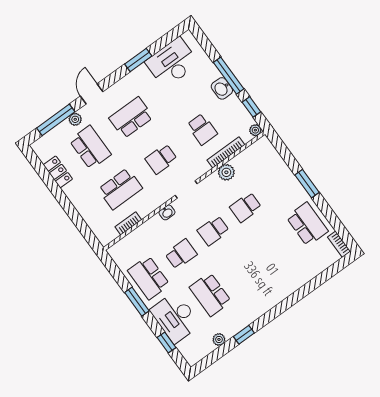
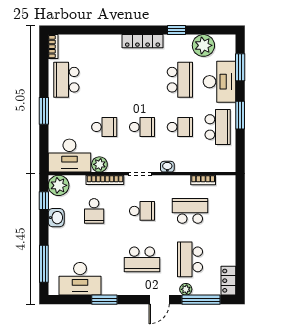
window: (229, 76) -> (44, 264), moved
washbasin: (222, 88) -> (56, 218), moved
school desk: (202, 129) -> (94, 211), turned 180
plant: (255, 130) -> (59, 185), width x1.88, depth x1.88
bookcase: (226, 152) -> (105, 180), moved
desk: (258, 161) -> (69, 156), added
locker: (58, 172) -> (228, 281), moved
school desk: (181, 254) -> (180, 127), turned 180
locker: (266, 304) -> (143, 41), added
plant: (219, 339) -> (203, 45), width x1.88, depth x1.88
window: (167, 342) -> (240, 67), width x1.50

